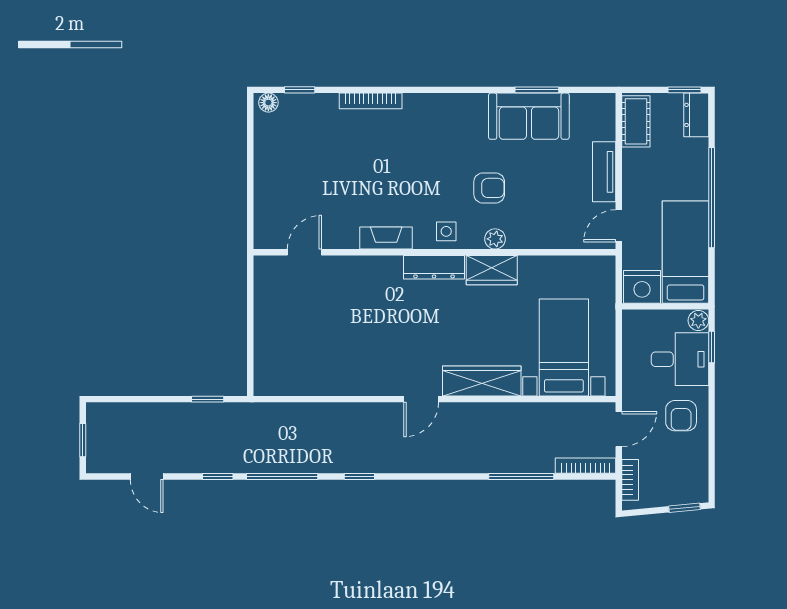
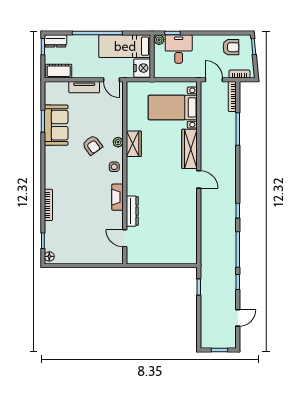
armchair: (489, 188) -> (92, 145), turned 144
dresser: (434, 267) -> (132, 211), moved
armchair: (681, 416) -> (231, 47), moved

